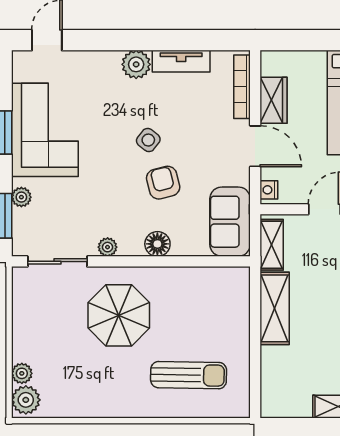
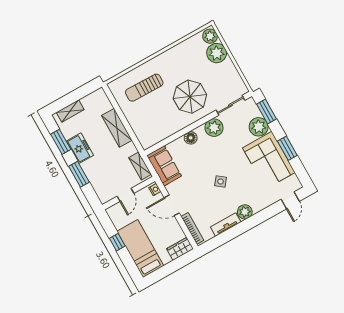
wardrobe: (274, 100) -> (180, 249), moved, turned 90
armchair: (163, 183) -> (203, 166), removed
plant: (21, 197) -> (259, 127), width x1.88, depth x1.88
plant: (108, 247) -> (214, 128), width x1.87, depth x1.87
shelving: (275, 308) -> (117, 128), moved
plant: (22, 373) -> (217, 53), width x1.88, depth x1.88

